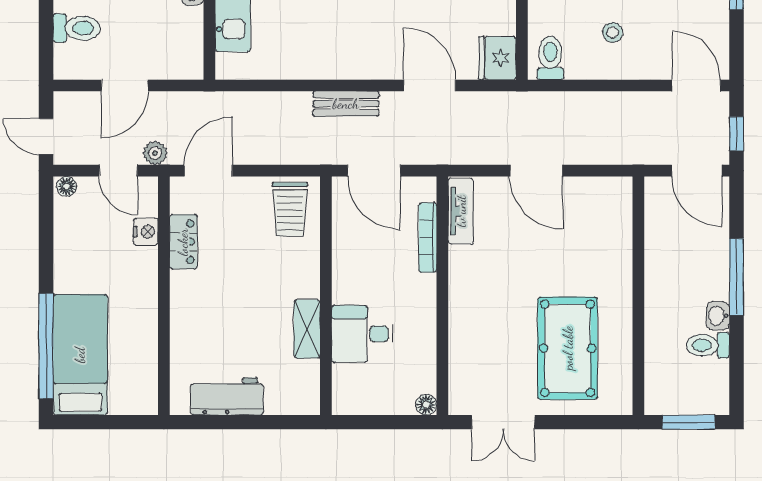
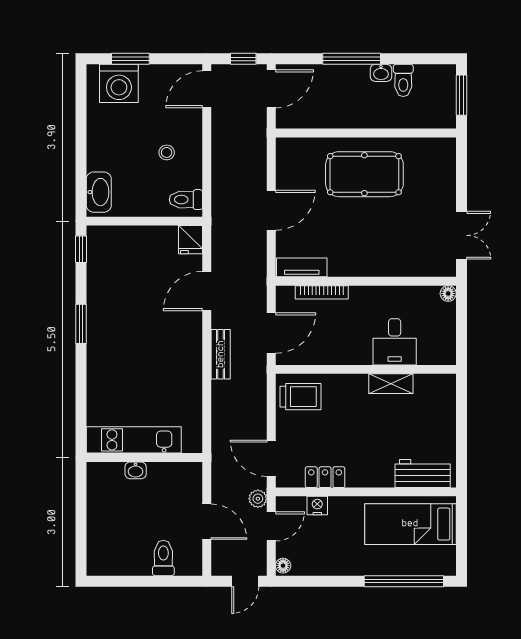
fridge: (497, 58) -> (191, 240), width x0.72
pool table: (568, 348) -> (364, 174), moved
bed: (80, 355) -> (410, 524), moved
workbench: (227, 396) -> (423, 473), moved, turned 90

